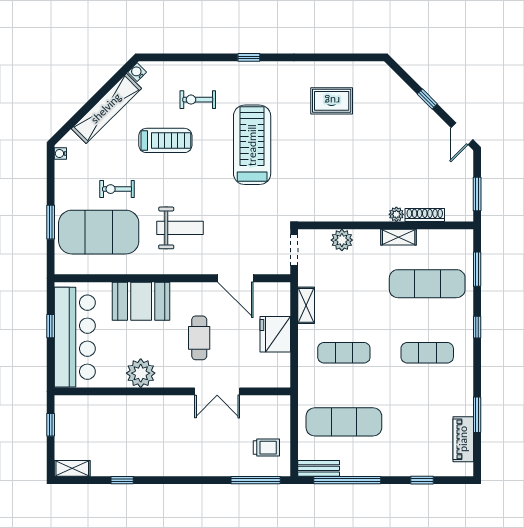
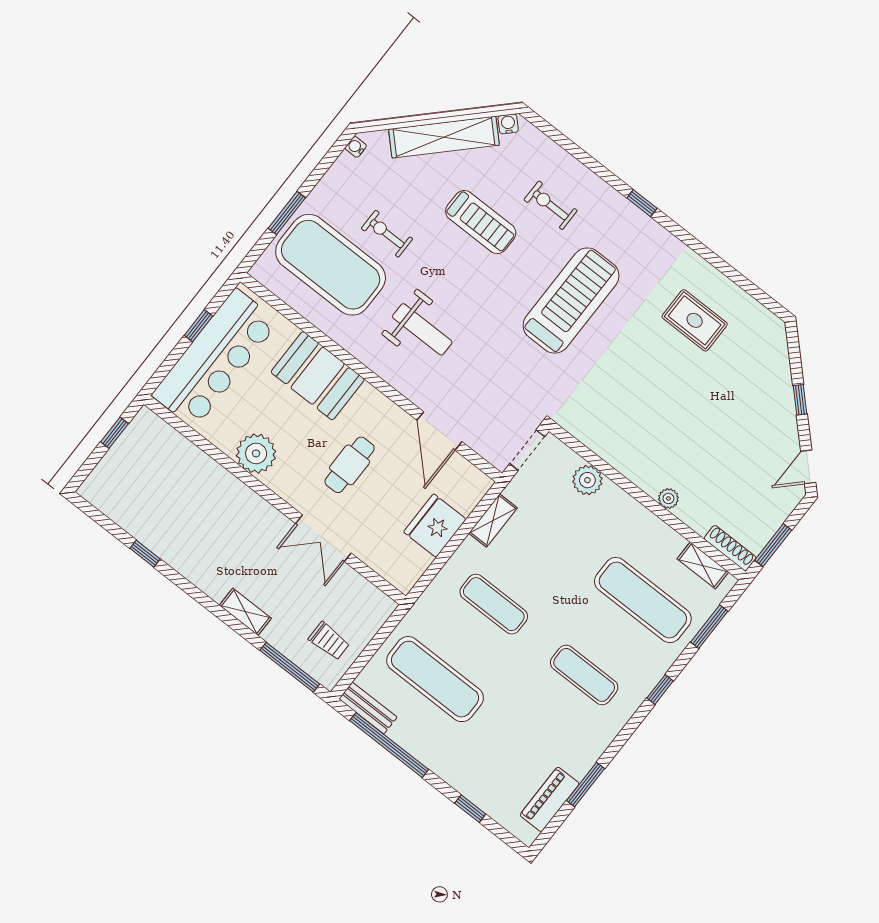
shoe rack: (425, 215) -> (730, 548), moved
shelving: (399, 237) -> (703, 565), moved
shelving: (72, 468) -> (245, 612), moved

